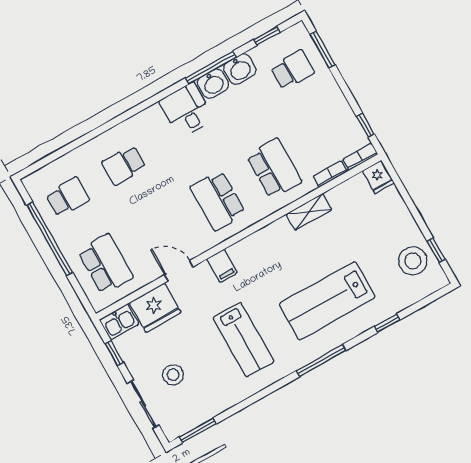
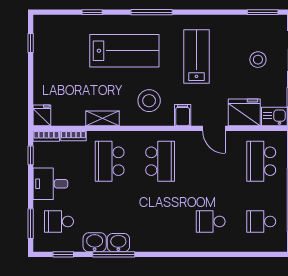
desk: (187, 110) -> (50, 184), moved, turned 90
school desk: (124, 165) -> (211, 221), turned 180
stool: (413, 261) -> (149, 101), moved

